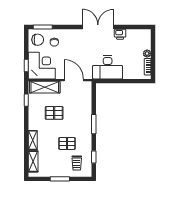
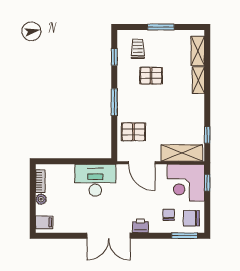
printer: (120, 34) -> (140, 226), moved
filing cabinet: (145, 37) -> (44, 222), added
pallet: (54, 113) -> (133, 132), moved

